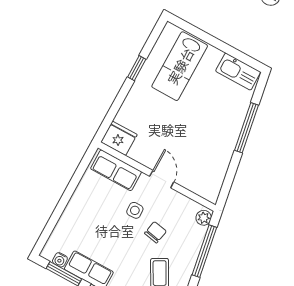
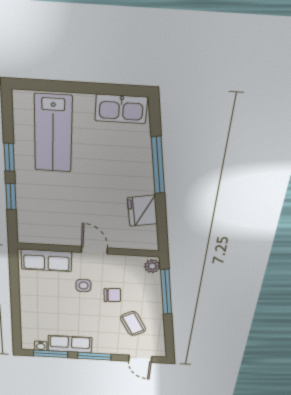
window: (120, 100) -> (11, 196), added
fridge: (119, 138) -> (142, 211), moved, turned -100
chair: (155, 232) -> (112, 295), turned 75

